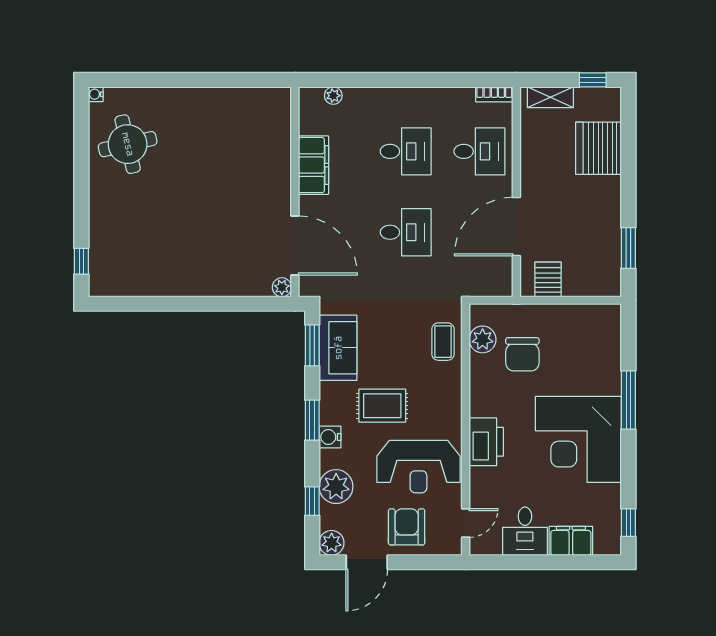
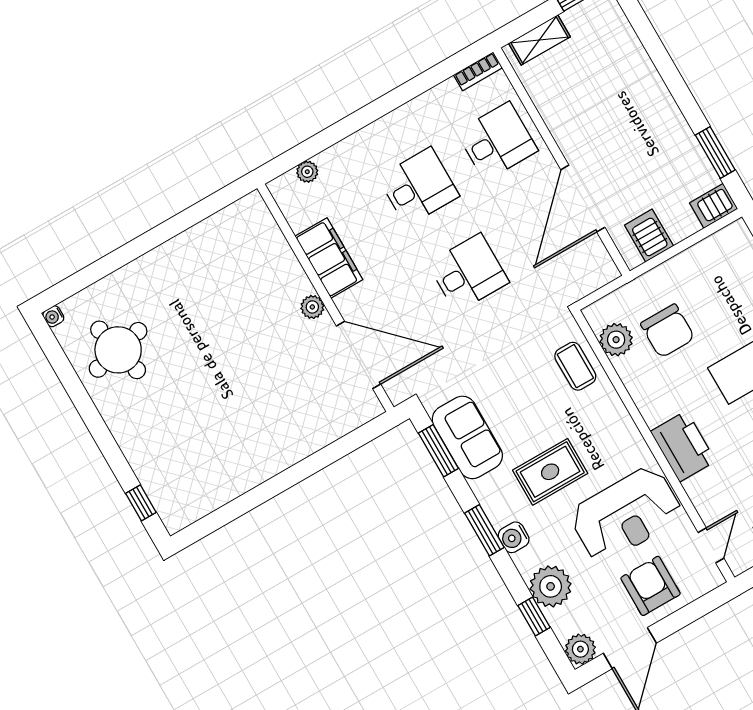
server rack: (599, 148) -> (714, 206), moved, width x0.46, depth x0.70
plant: (282, 287) -> (312, 307), moved

